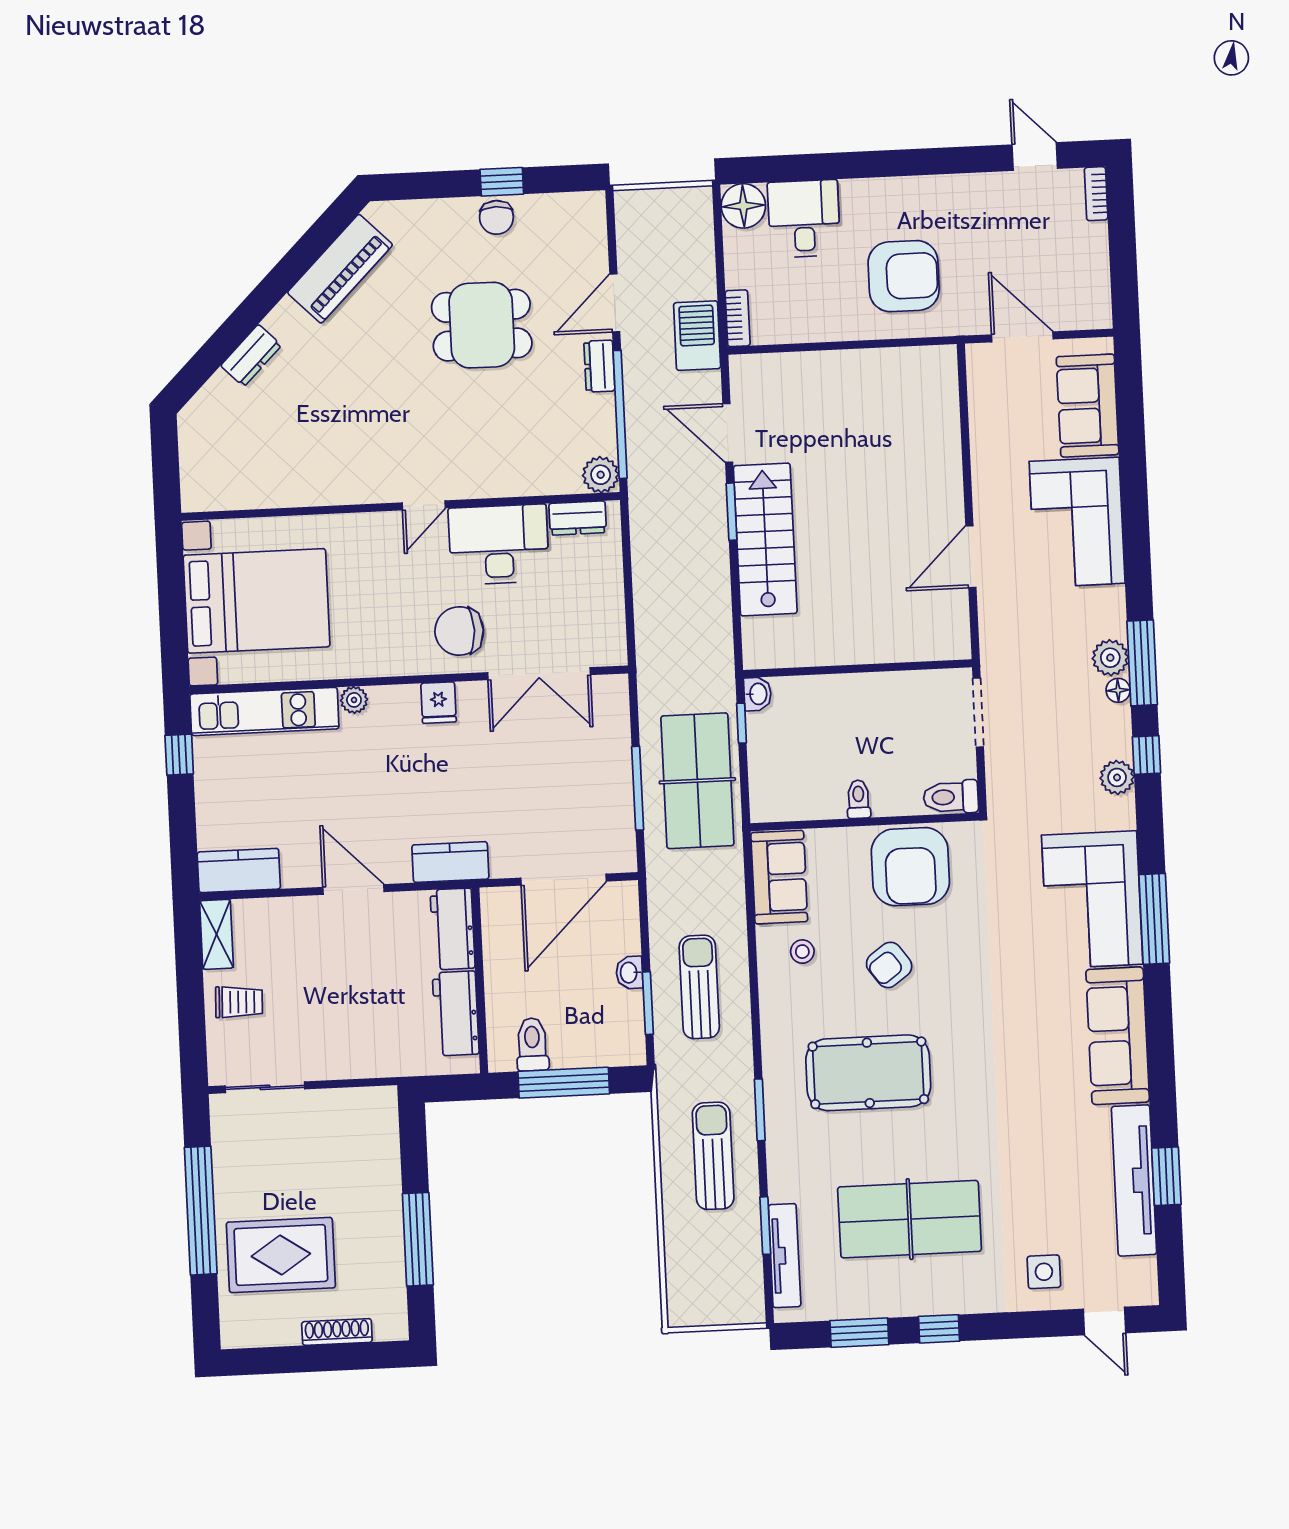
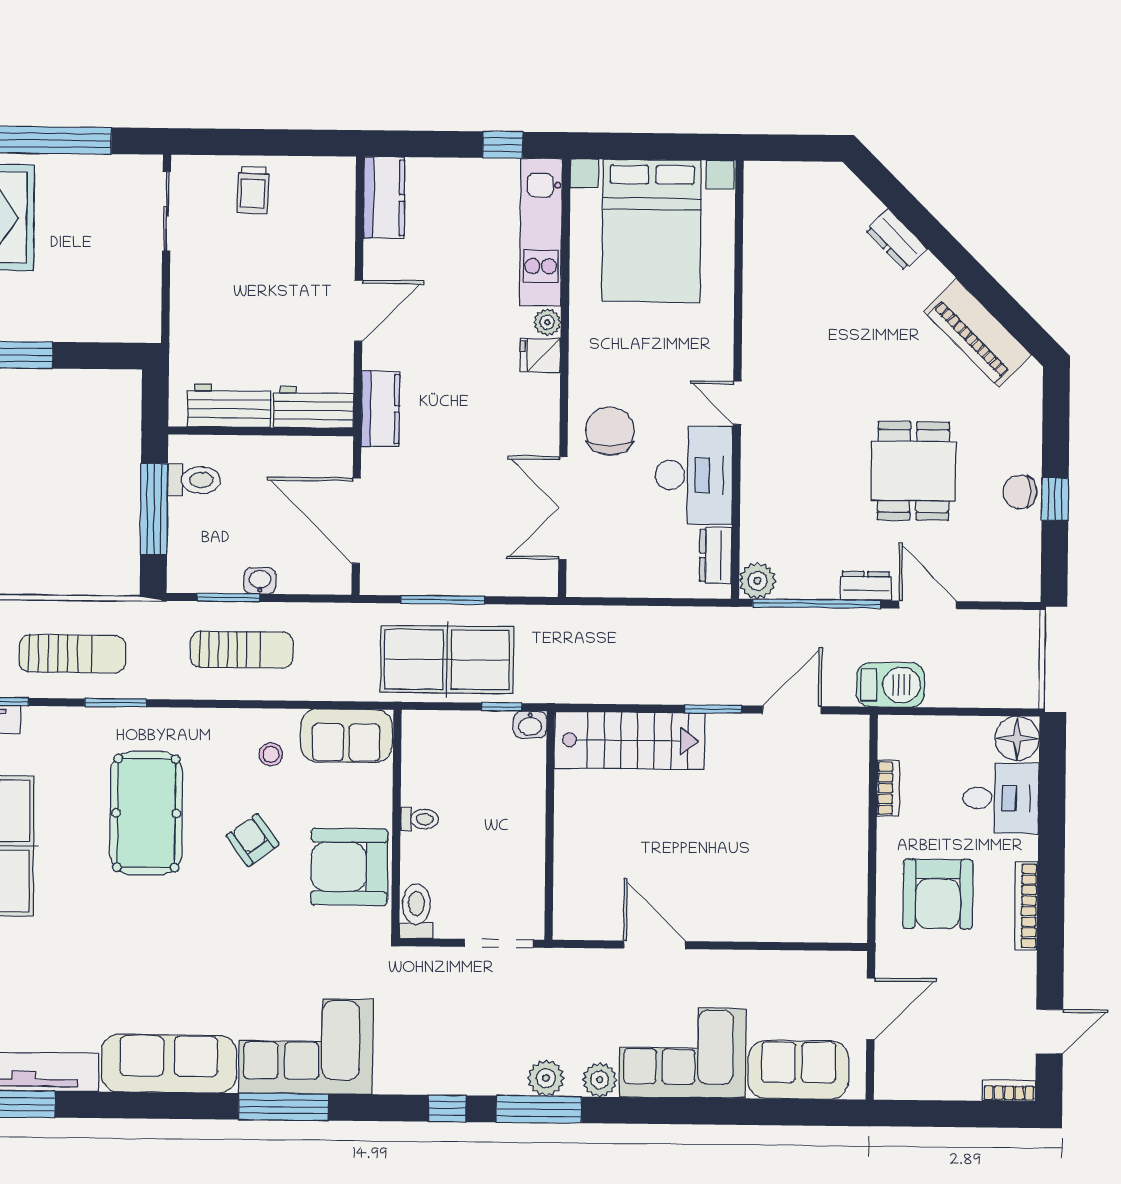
bookcase: (910, 187) -> (1026, 906), added
bookcase: (738, 318) -> (888, 788), moved, turned -90
stairs: (765, 540) -> (630, 741), moved
floor lamp: (1118, 690) -> (513, 1084), removed
fridge: (439, 703) -> (540, 355), moved
plant: (1117, 777) -> (600, 1080), moved
shelving: (216, 934) -> (322, 172), removed

